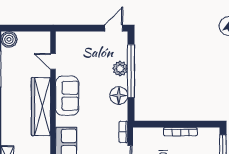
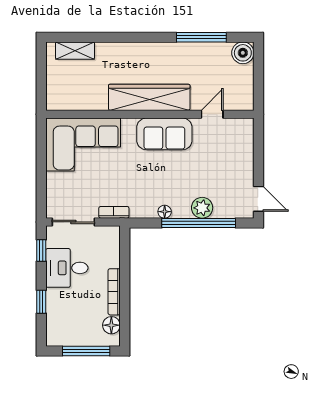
floor lamp: (119, 96) -> (165, 212), width x0.53, depth x0.53
floor lamp: (204, 134) -> (111, 325), added

